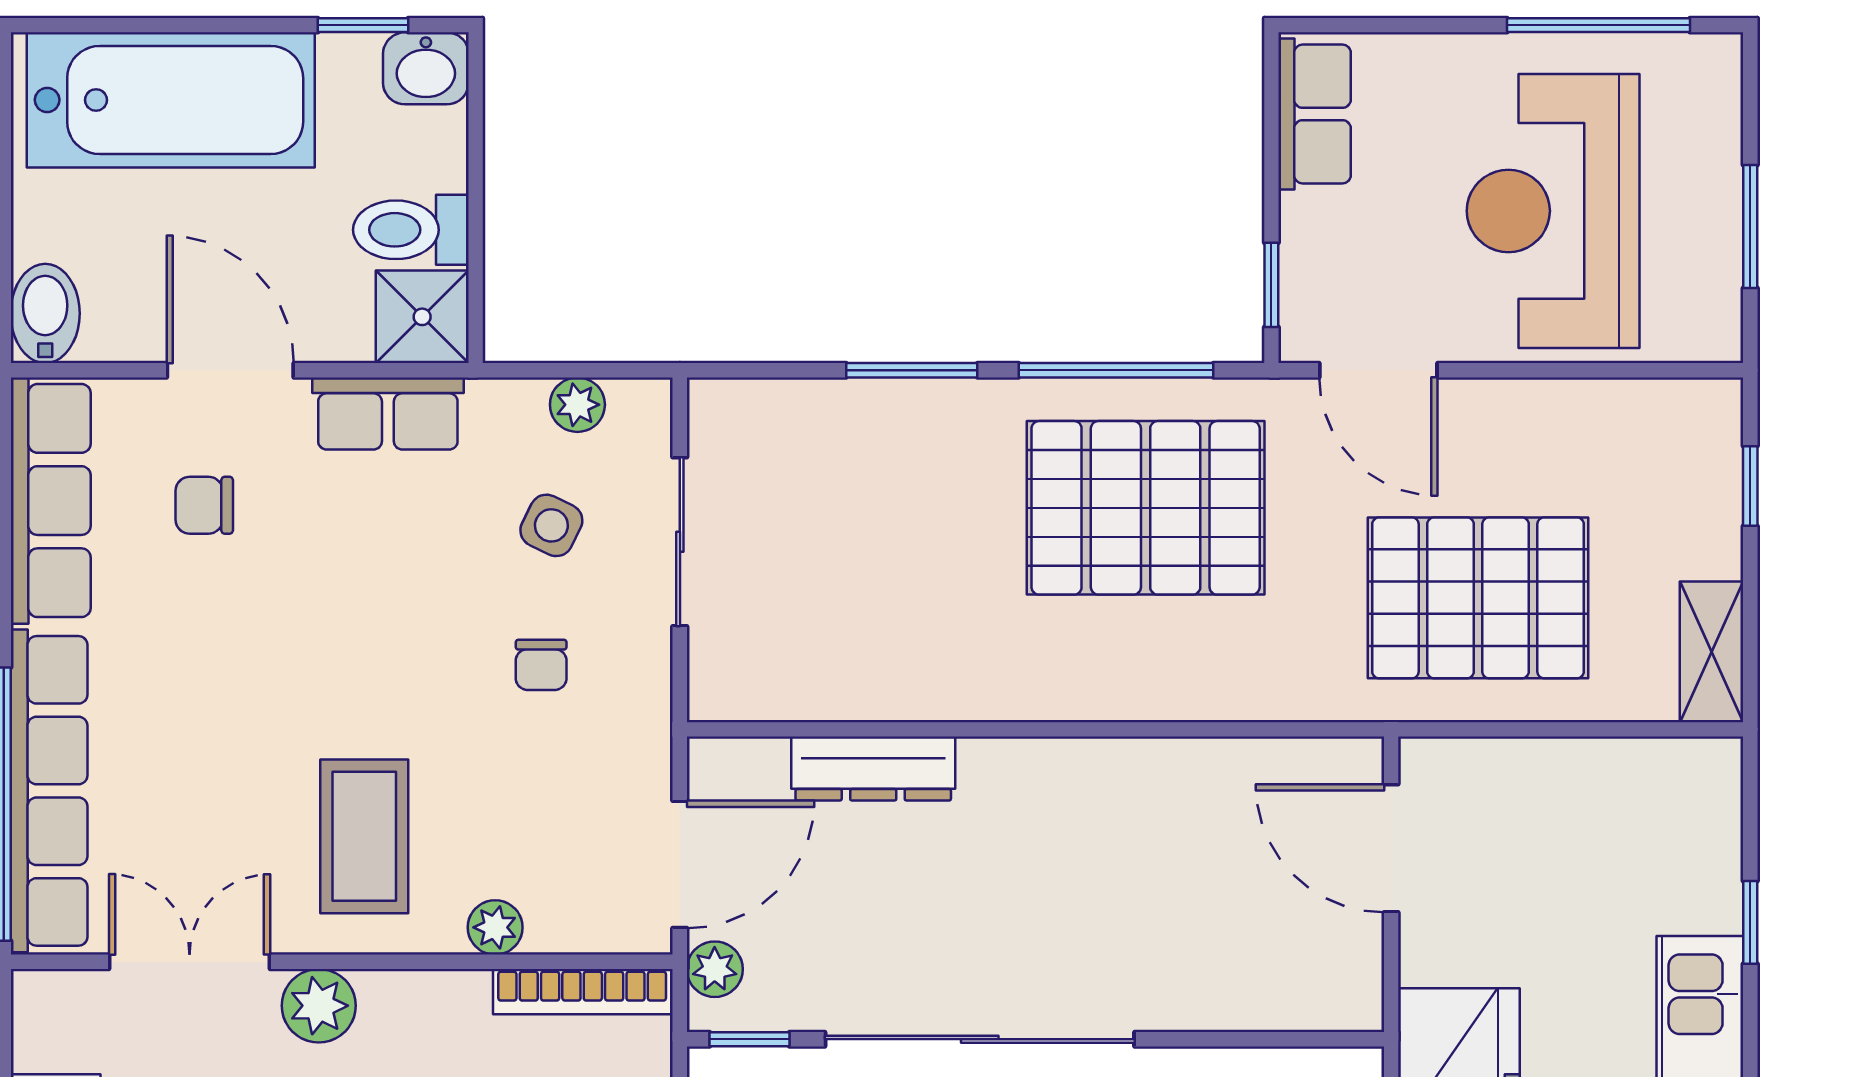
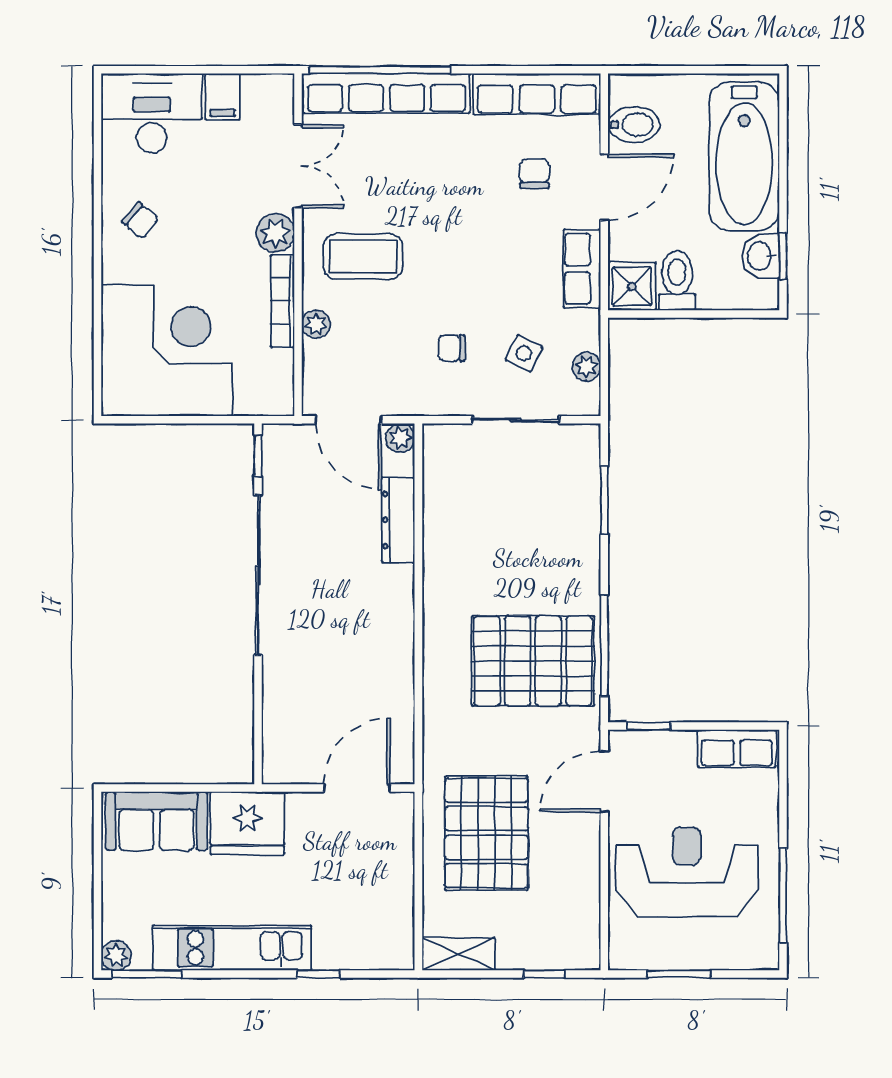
washbasin: (426, 68) -> (761, 256), moved
bidet: (45, 313) -> (634, 125), moved
window: (912, 370) -> (604, 500), moved
pallet: (1146, 508) -> (533, 661), turned 90
plant: (715, 969) -> (400, 438), moved
bookcase: (582, 992) -> (283, 301), moved

